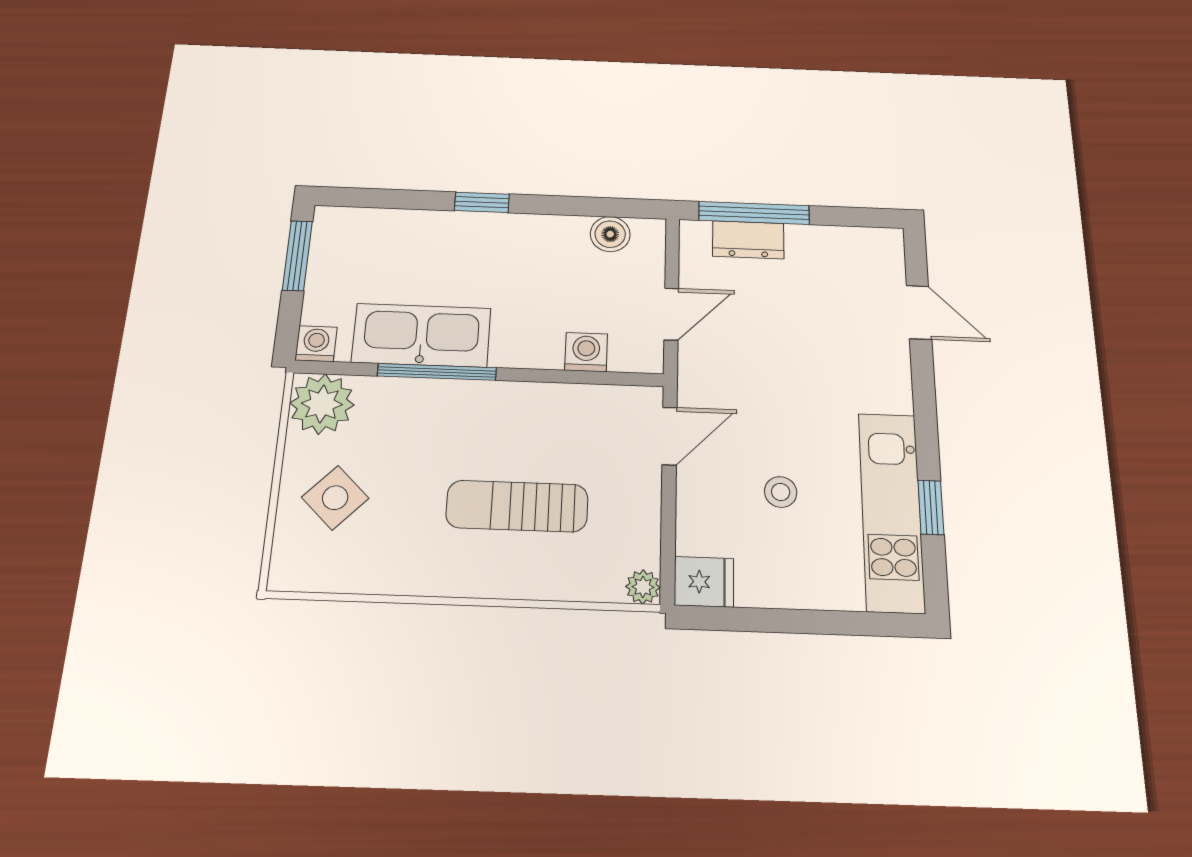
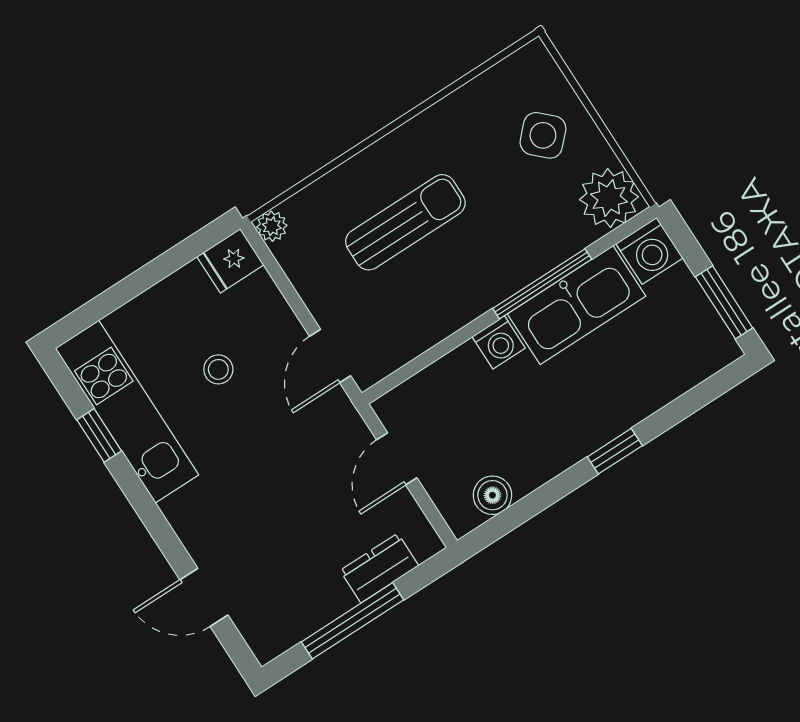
window: (754, 213) -> (352, 621), moved
washing machine: (316, 344) -> (649, 251), width x1.38, depth x1.38
washing machine: (586, 352) -> (499, 342), moved

